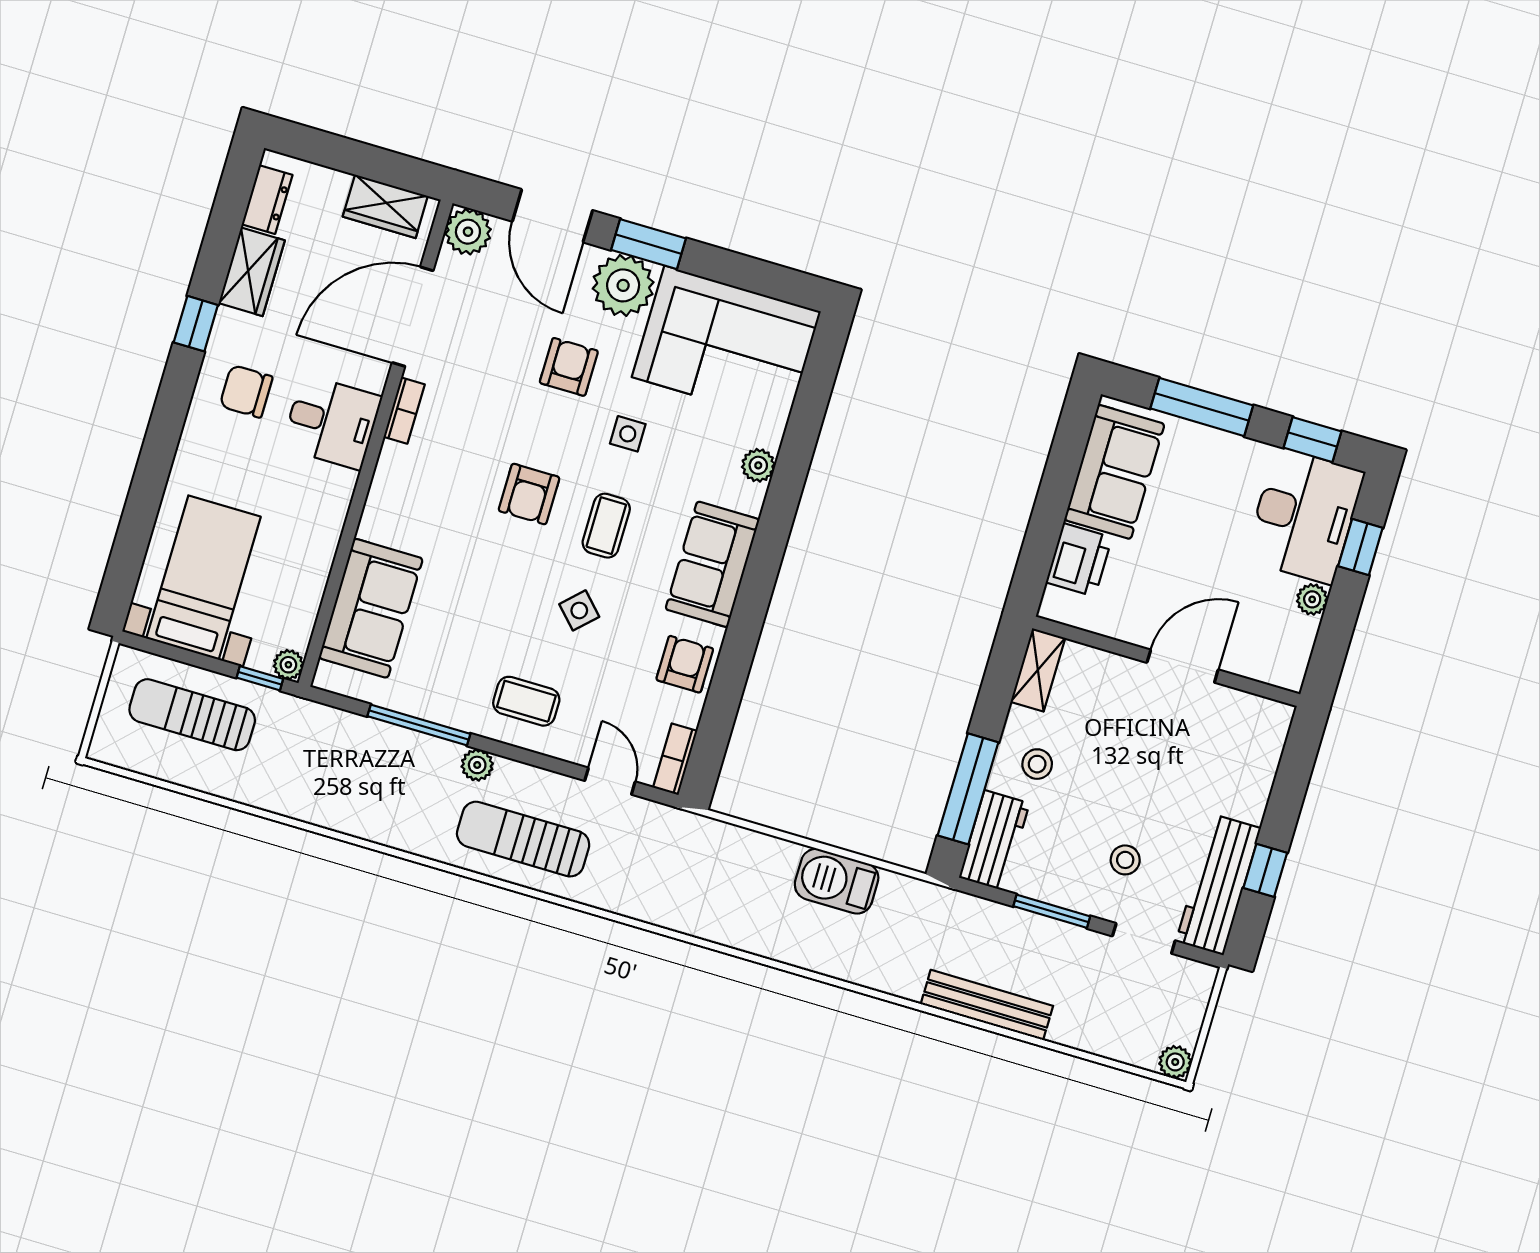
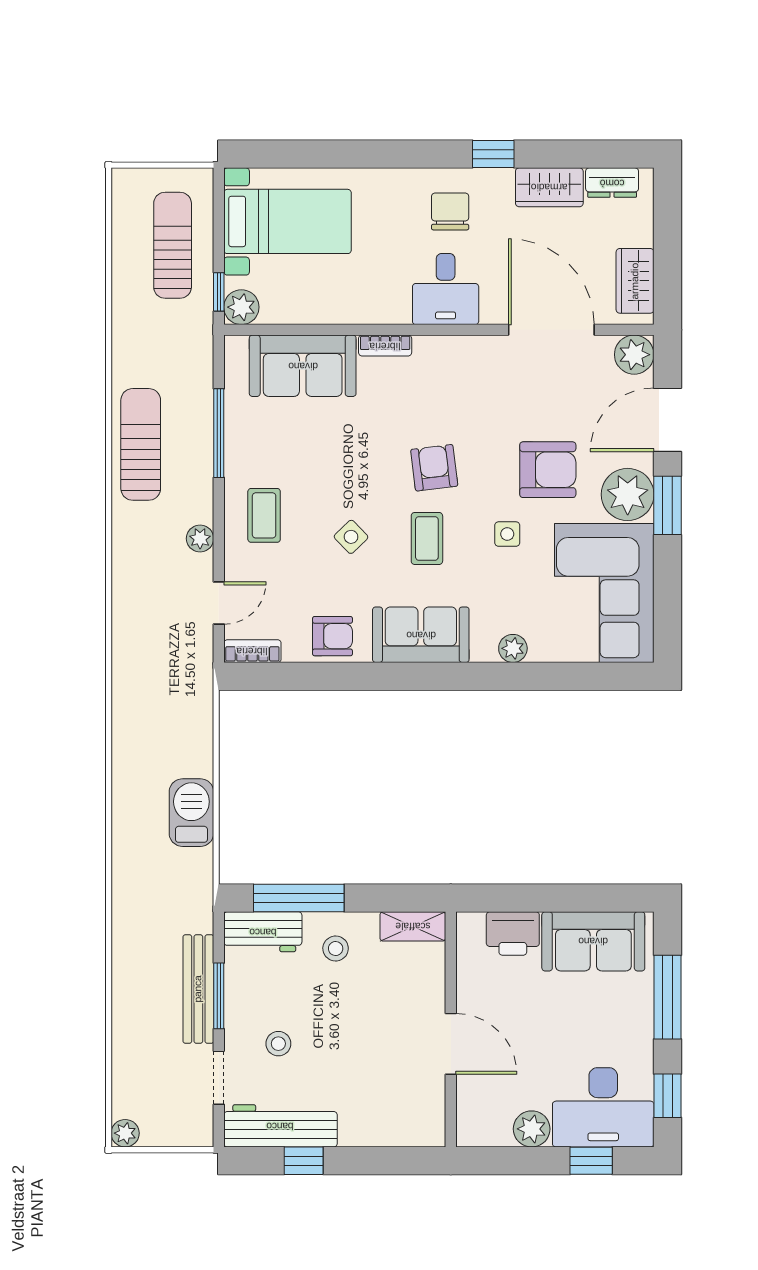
armchair: (569, 367) -> (548, 470), width x1.38, depth x1.38
bookcase: (404, 411) -> (385, 346), moved
armchair: (529, 494) -> (434, 468), turned 83
coffee table: (606, 526) -> (427, 538), turned 90
plant: (1312, 599) -> (532, 1129), width x1.38, depth x1.38
plant: (288, 665) -> (241, 307), width x1.38, depth x1.38
plant: (477, 765) -> (200, 539), moved
sun lounger: (523, 839) -> (141, 444), moved
bench: (987, 1005) -> (198, 989), moved

